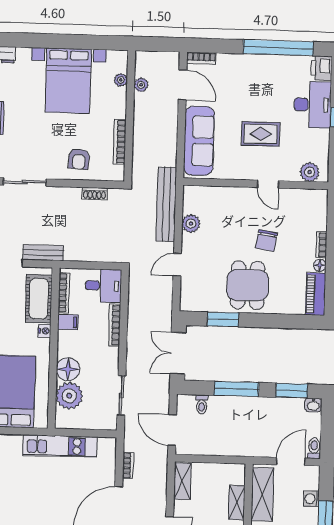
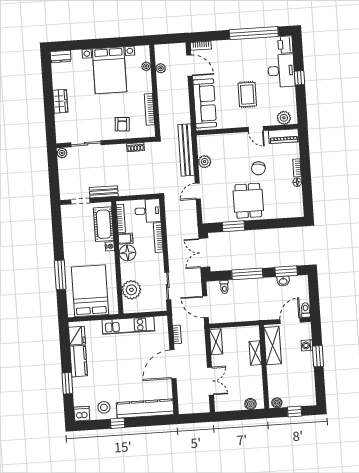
rug: (261, 134) -> (247, 94), turned 90
piano: (316, 294) -> (284, 136), moved, turned -90
floor lamp: (68, 369) -> (127, 253), moved
washbasin: (313, 405) -> (283, 281), moved

